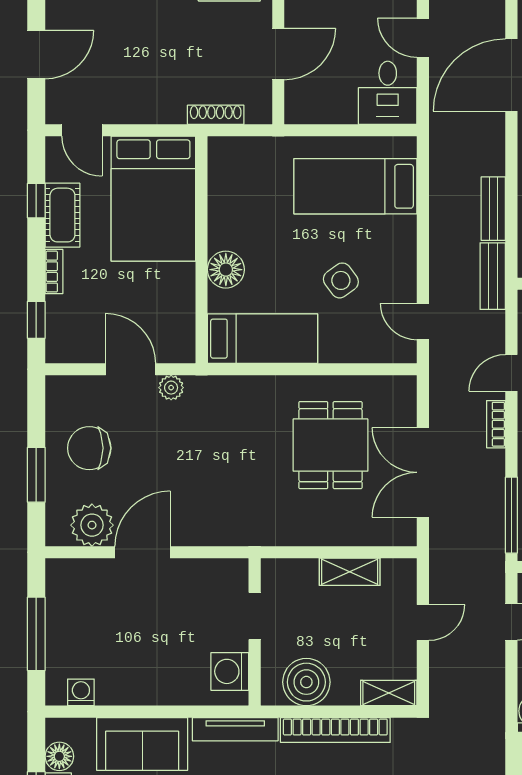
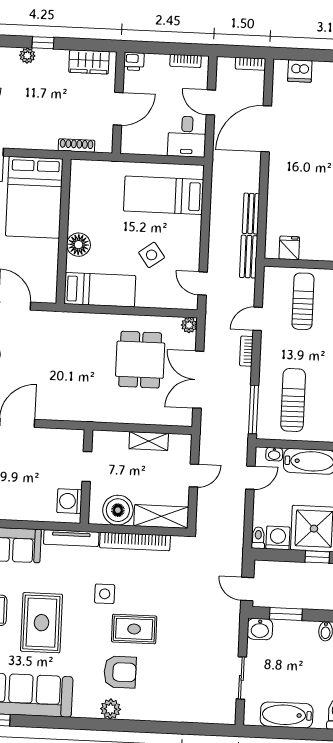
plant: (171, 388) -> (189, 325), moved
shelving: (389, 693) -> (161, 516), width x1.50, depth x1.33

